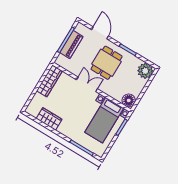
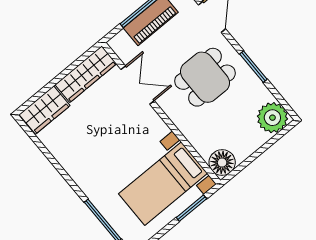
double door: (87, 84) -> (138, 85), moved
wardrobe: (49, 119) -> (45, 110), moved, turned 90

